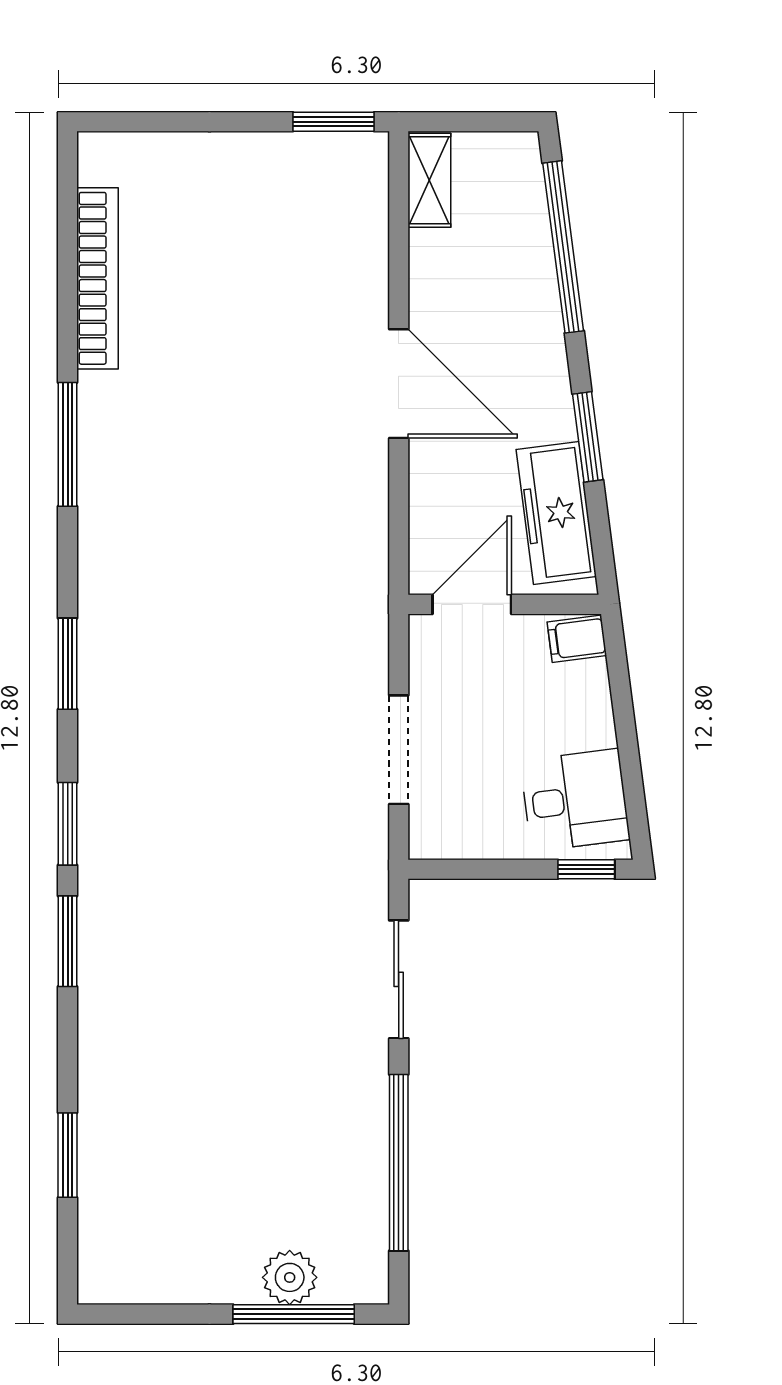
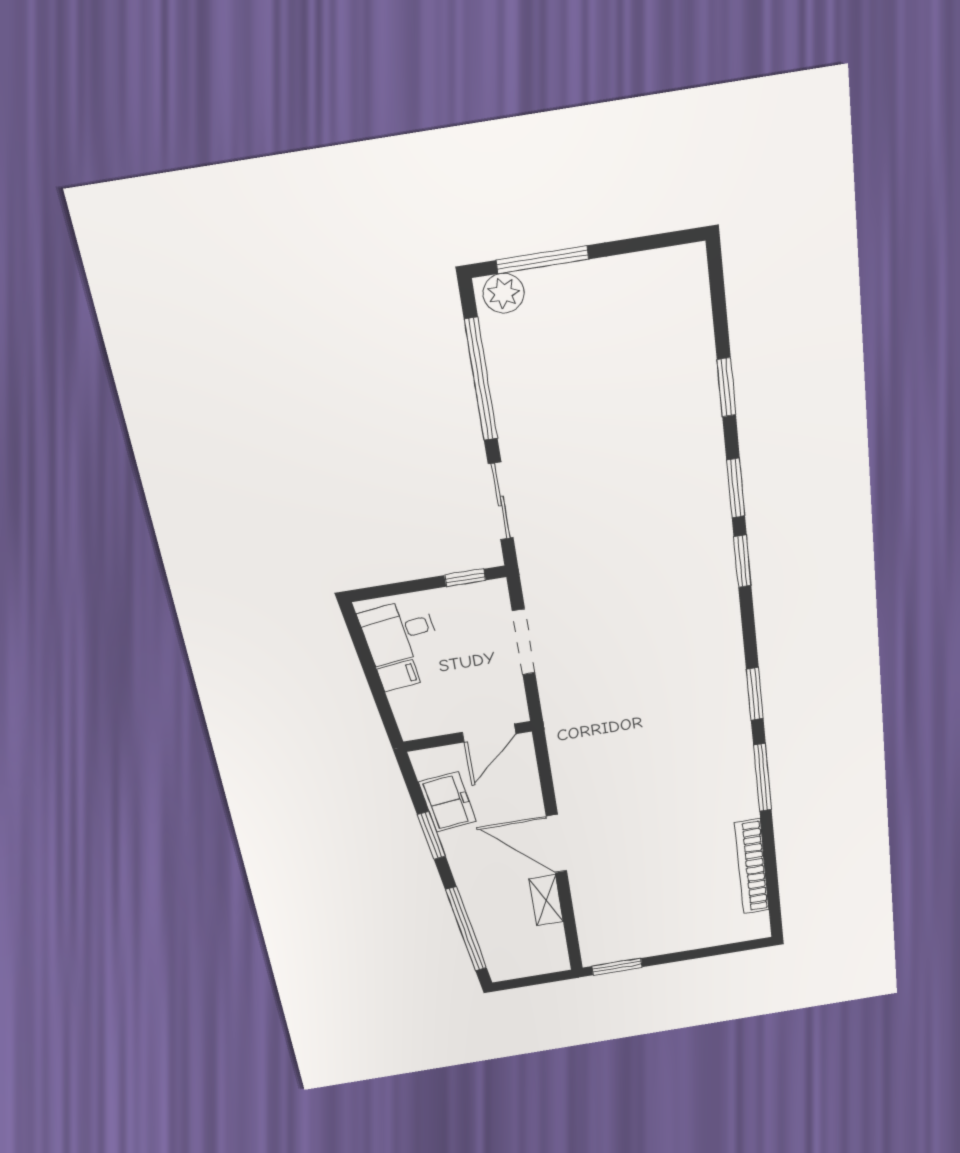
shelving: (429, 180) -> (546, 900), moved
freezer: (556, 513) -> (447, 802), width x0.71
filing cabinet: (577, 639) -> (399, 676), moved
window: (68, 664) -> (755, 694), moved
window: (586, 869) -> (465, 578), moved
window: (68, 1155) -> (726, 387), moved
plant: (290, 1277) -> (504, 293), moved

